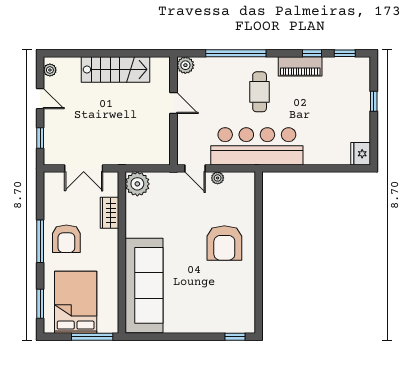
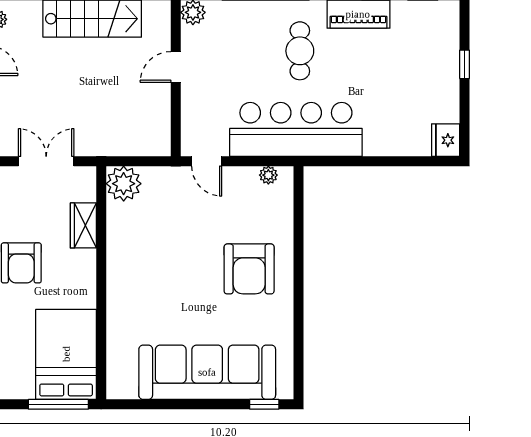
door: (174, 103) -> (176, 67), swing flipped
double door: (84, 168) -> (46, 161), swing flipped
plant: (218, 178) -> (268, 175), moved
sofa: (144, 285) -> (207, 372), moved, turned -90
bed: (76, 302) -> (66, 354), moved

